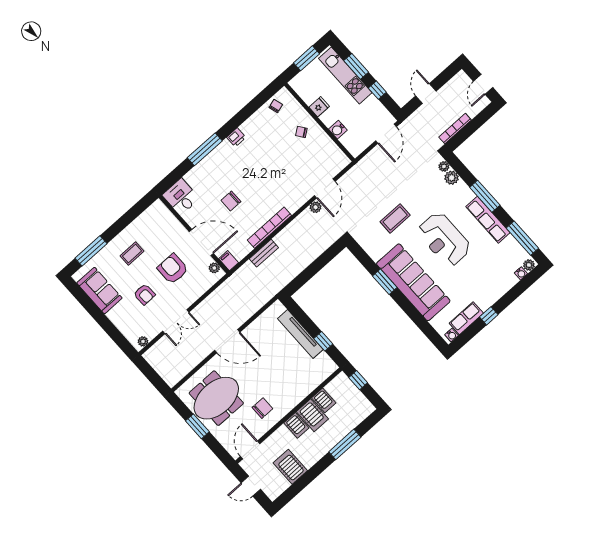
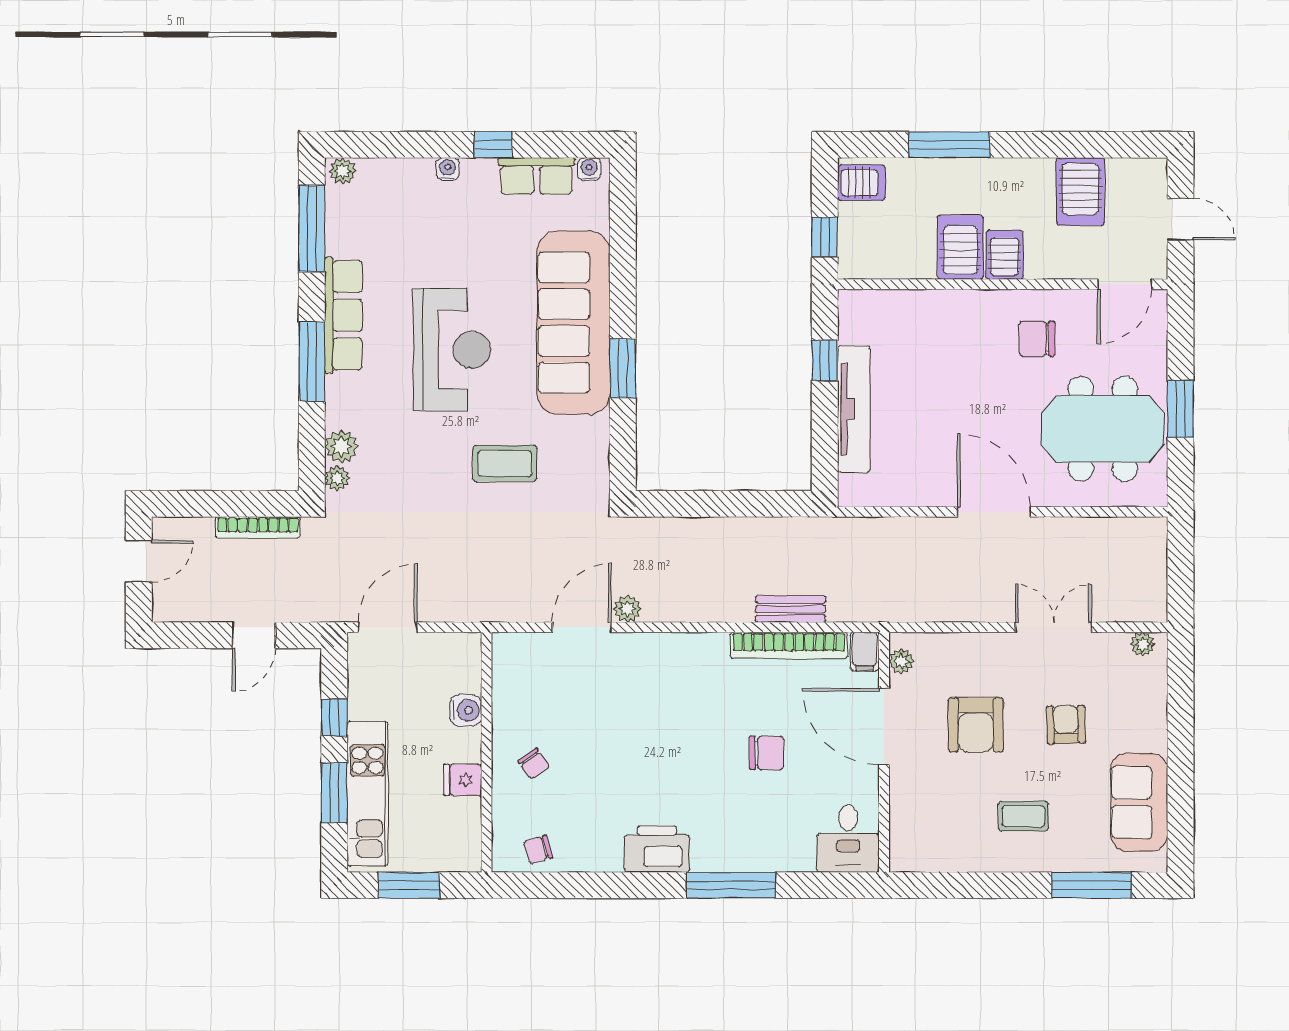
printer: (236, 137) -> (657, 849), width x1.87, depth x1.48
bookcase: (269, 228) -> (789, 645), moved
water cooler: (521, 273) -> (448, 169), moved
server rack: (324, 400) -> (861, 183), moved, turned 90

